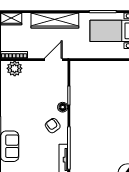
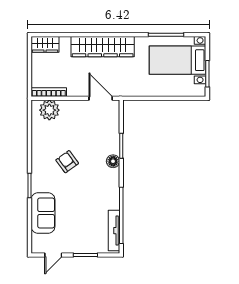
door: (53, 60) -> (101, 98), hinge flipped
armchair: (53, 126) -> (67, 162), moved

